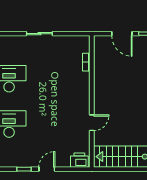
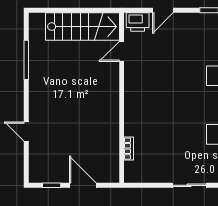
door: (92, 123) -> (122, 51), moved
door: (47, 169) -> (163, 10), moved

